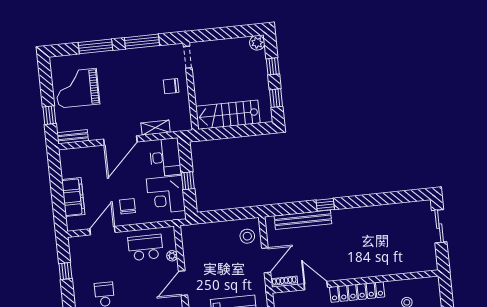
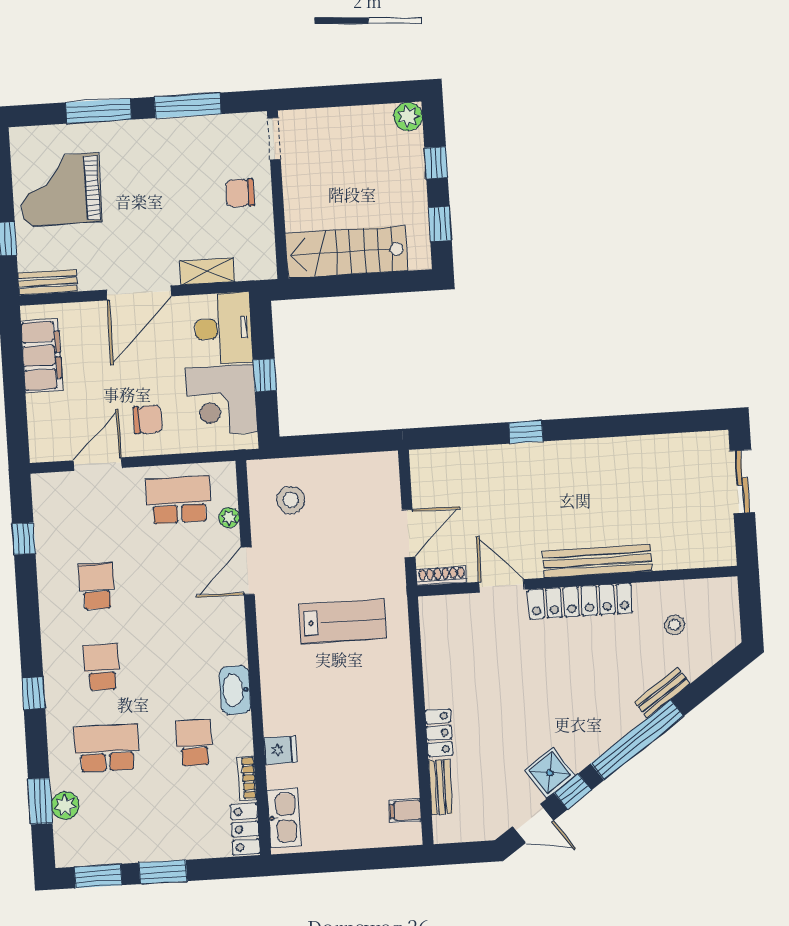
filing cabinet: (73, 197) -> (42, 356), moved
chair: (128, 206) -> (148, 419), turned 90
bench: (303, 220) -> (597, 561), moved
stool: (247, 236) -> (291, 500), moved

